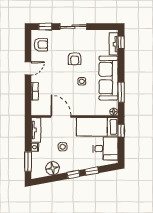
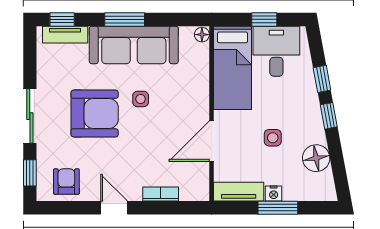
armchair: (75, 59) -> (95, 113), width x1.88, depth x1.88
window: (121, 92) -> (125, 19), moved
window: (121, 131) -> (264, 19), moved
window: (28, 162) -> (278, 208), moved

